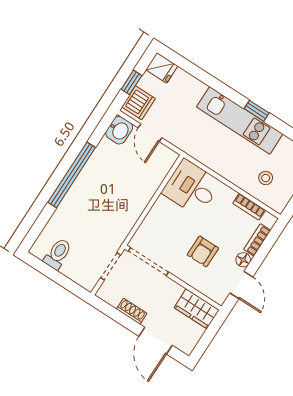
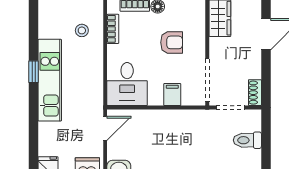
door: (150, 133) -> (105, 128), moved
filing cabinet: (156, 222) -> (172, 95), added
toilet: (58, 254) -> (247, 140), moved
shoe rack: (132, 311) -> (255, 93), moved

